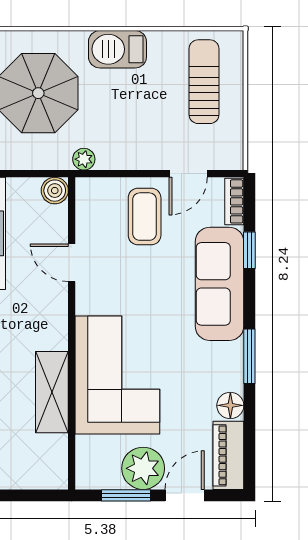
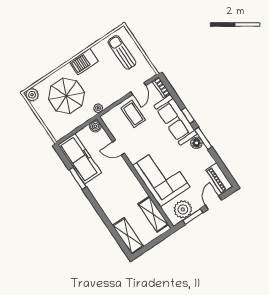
window: (249, 250) -> (188, 115), moved
shelving: (52, 392) -> (153, 214), moved
floor lamp: (230, 405) -> (196, 143), moved
plant: (143, 468) -> (183, 209), moved

